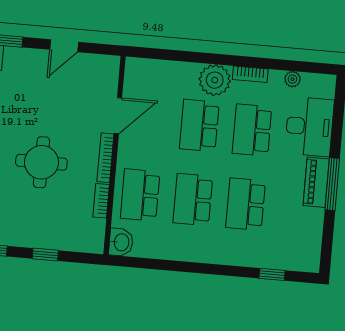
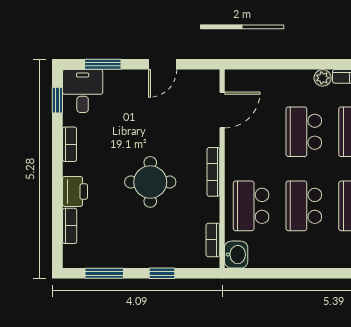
plant: (215, 80) -> (323, 78), width x0.53, depth x0.53
door: (118, 116) -> (222, 110), moved
bookcase: (101, 201) -> (213, 240), moved

